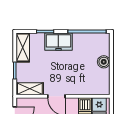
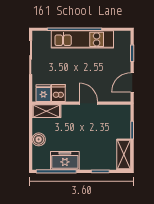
freezer: (58, 42) -> (65, 161), moved
shelving: (30, 89) -> (46, 111), moved

